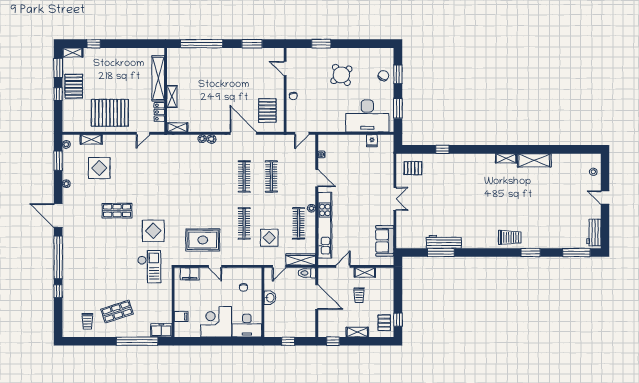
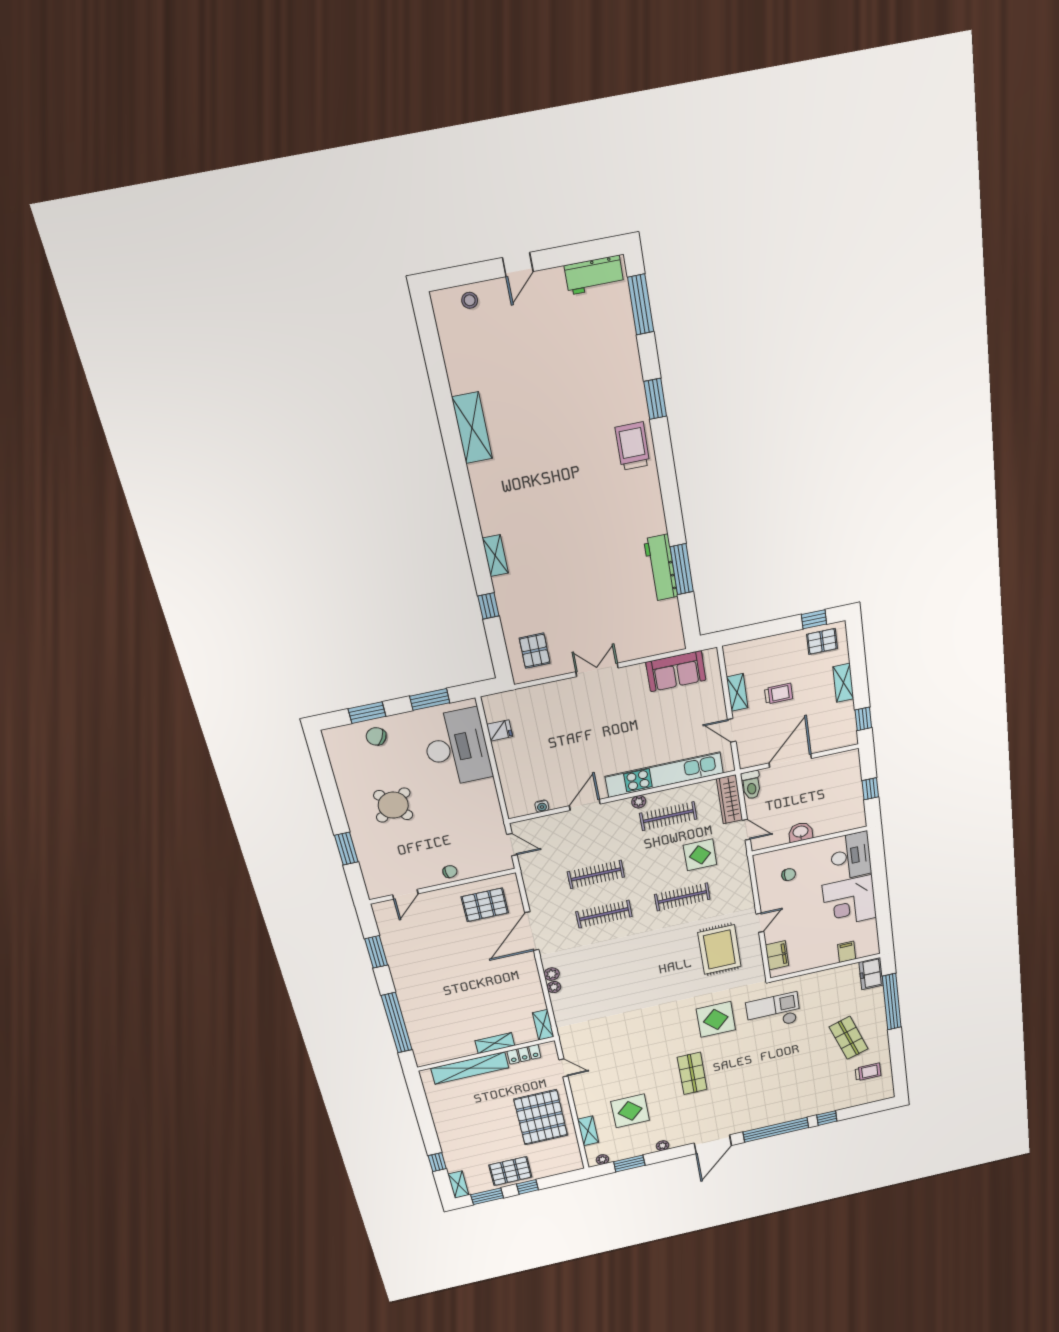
shelving: (506, 158) -> (495, 556), moved

